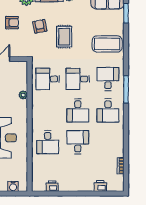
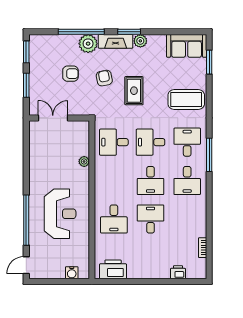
printer: (52, 186) -> (113, 269), width x1.87, depth x1.48

